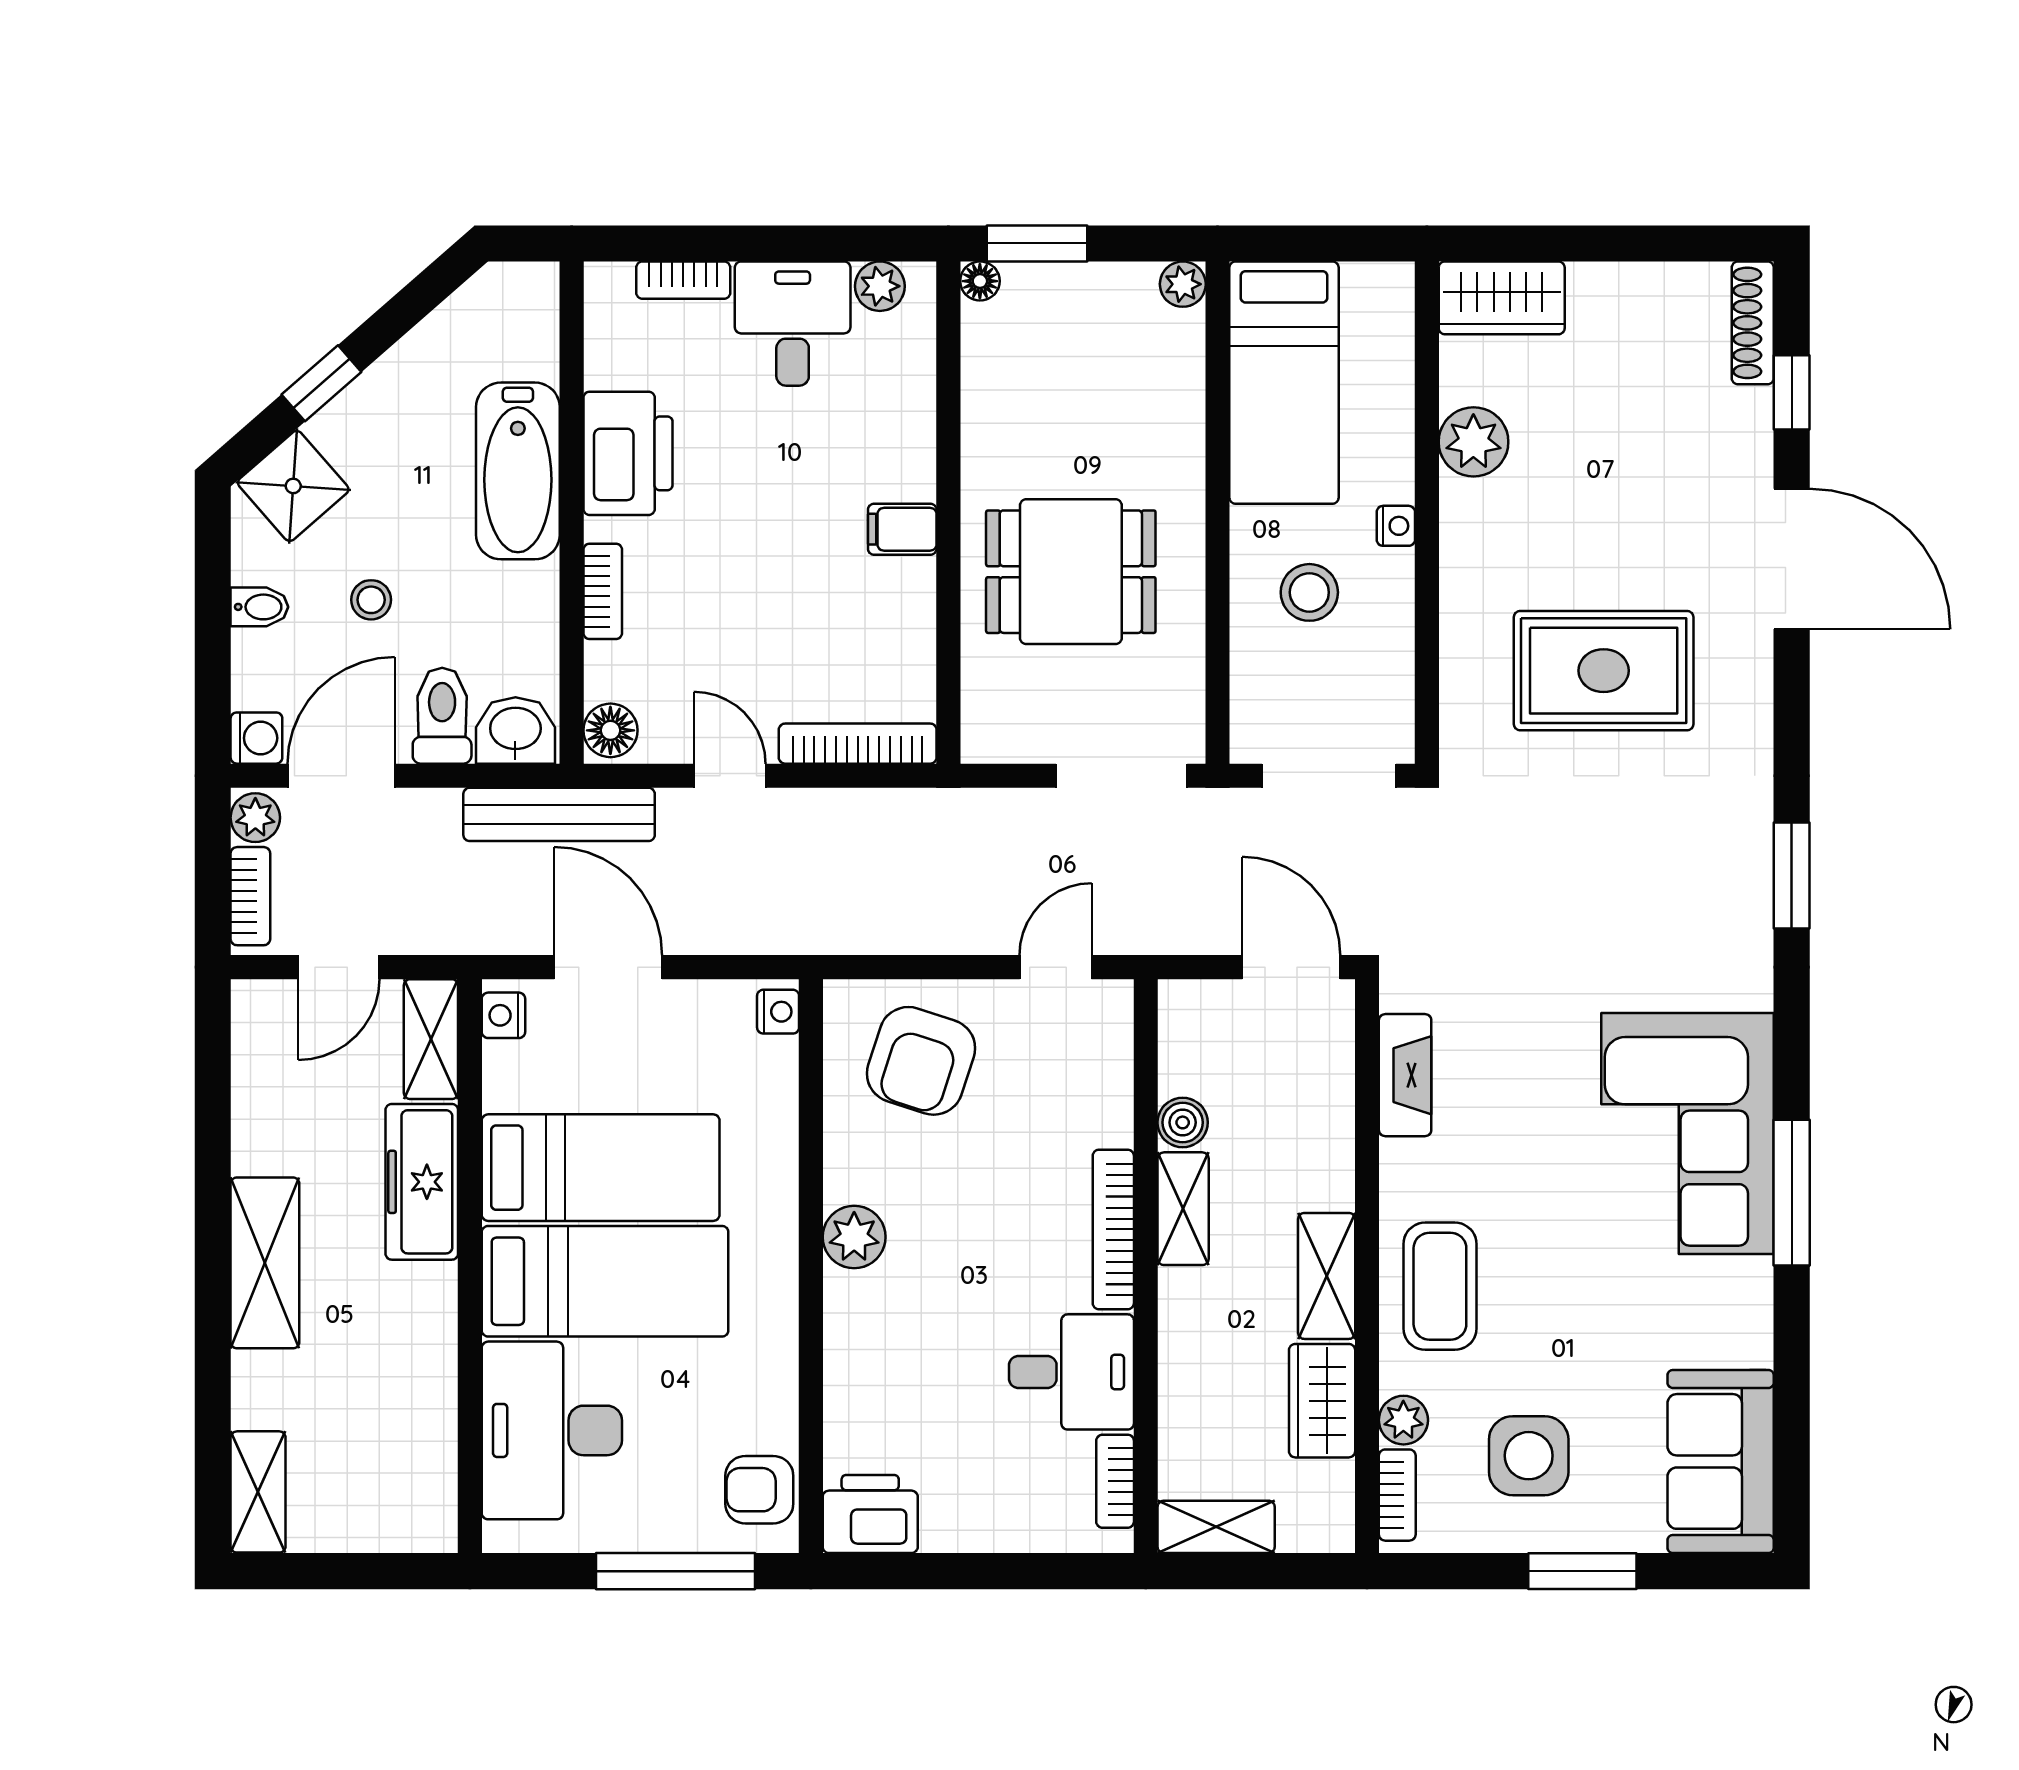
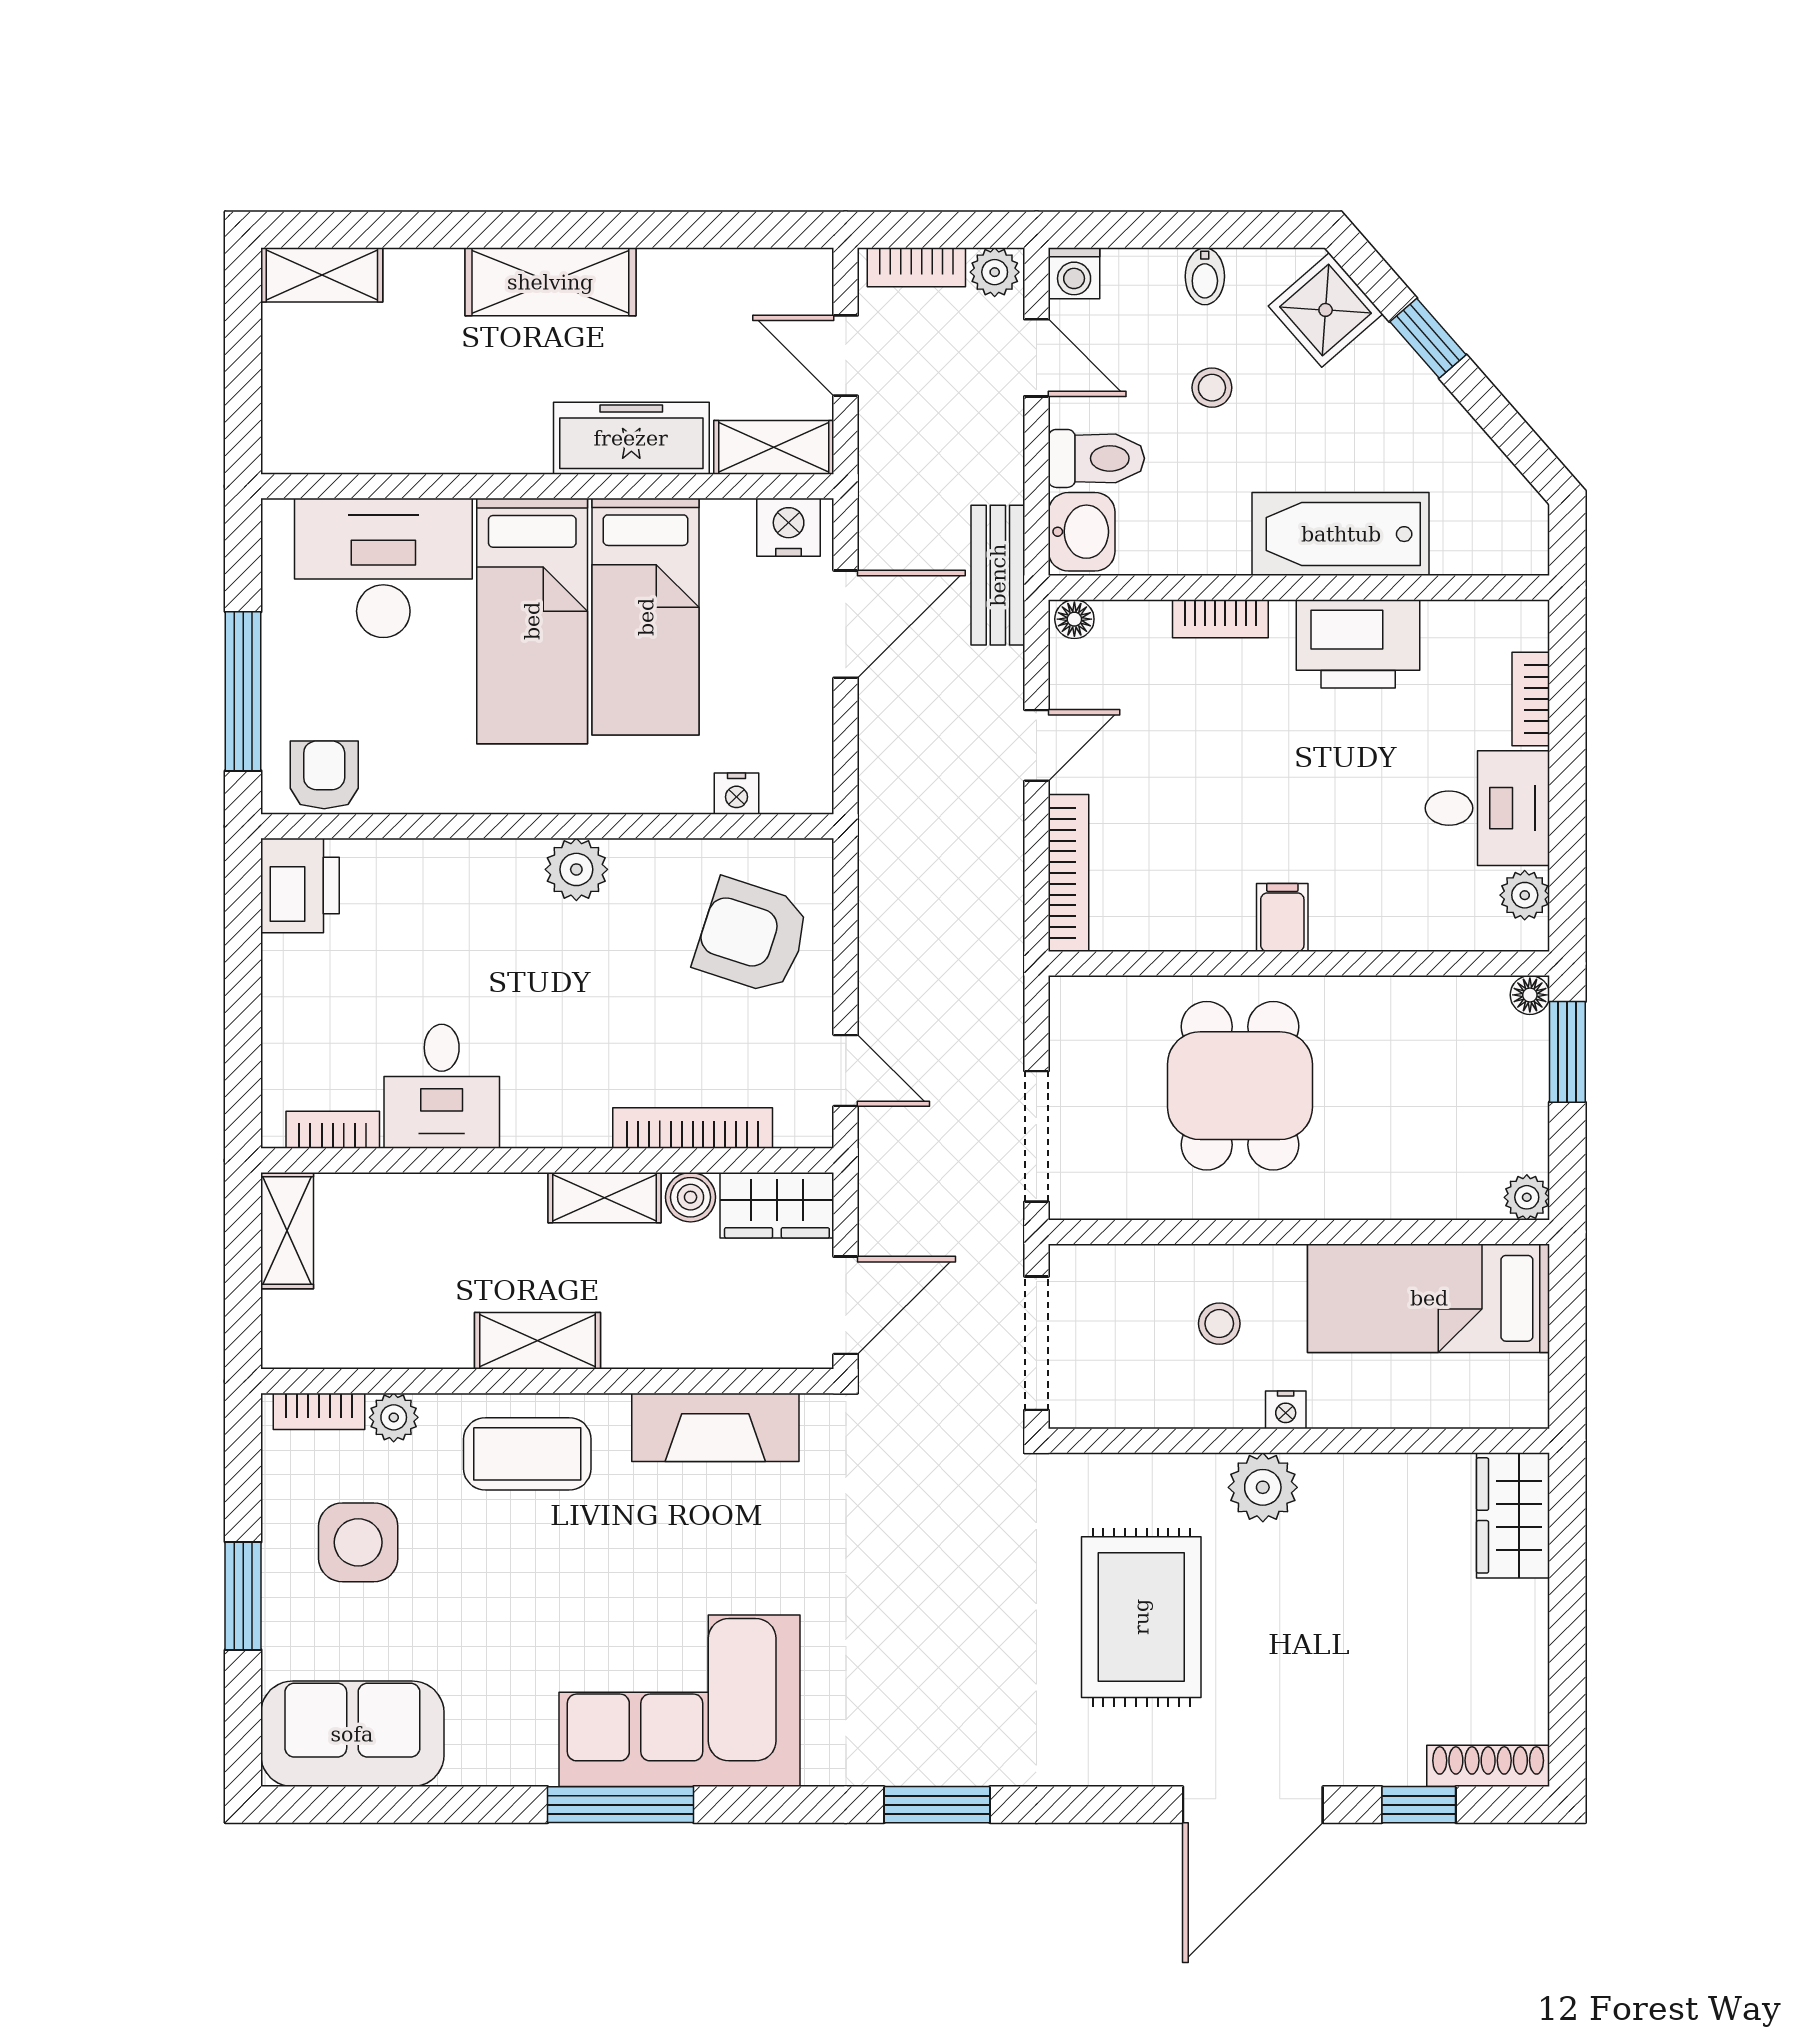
plant: (1473, 442) -> (1263, 1487), moved
stool: (1309, 592) -> (1219, 1324), width x0.73, depth x0.73
floor lamp: (610, 730) -> (1074, 619), width x0.73, depth x0.73
door: (341, 776) -> (1036, 358), width x0.73
bench: (559, 814) -> (998, 575), width x0.73
nightstand: (778, 1012) -> (736, 794), moved
nightstand: (503, 1015) -> (789, 527), width x1.39, depth x1.35
fireplace: (1405, 1075) -> (715, 1427), width x1.37, depth x1.32
bookcase: (1113, 1229) -> (693, 1128), moved
wardrobe: (1322, 1401) -> (777, 1205), moved, turned 180

